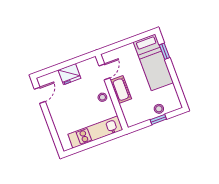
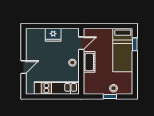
door: (40, 95) -> (24, 67), moved

